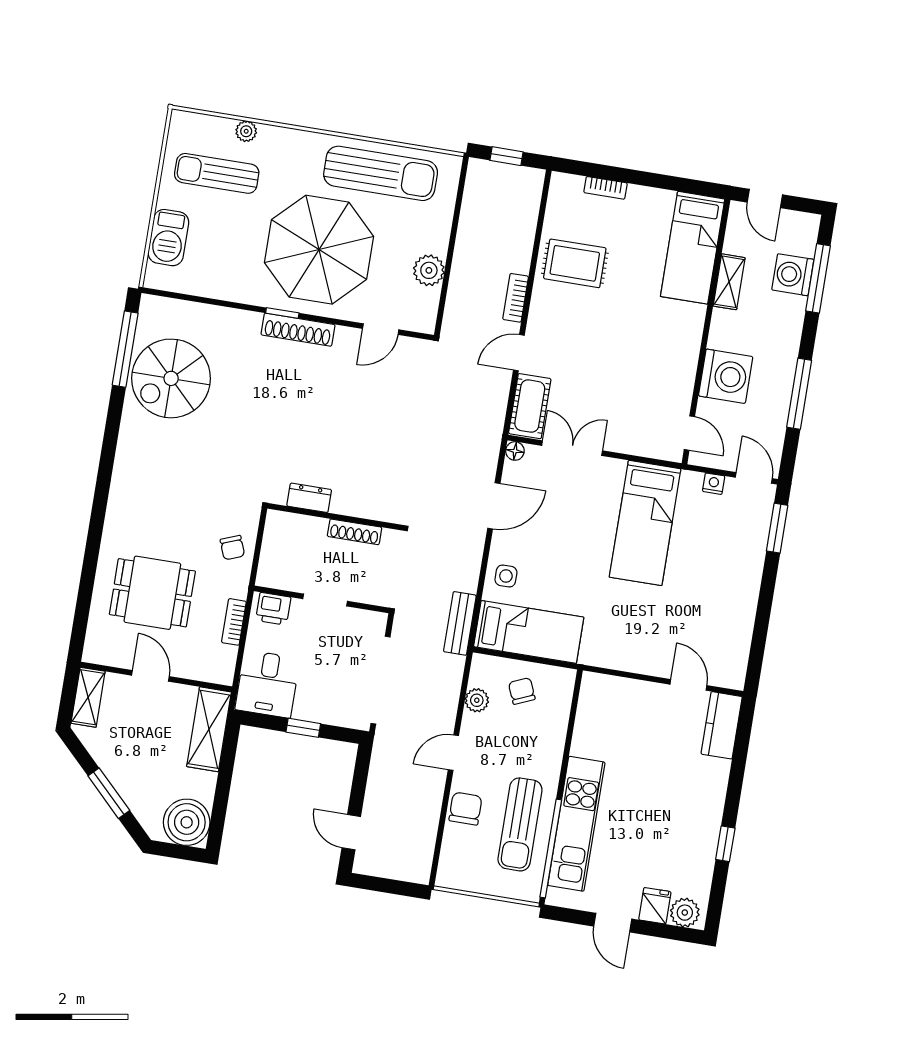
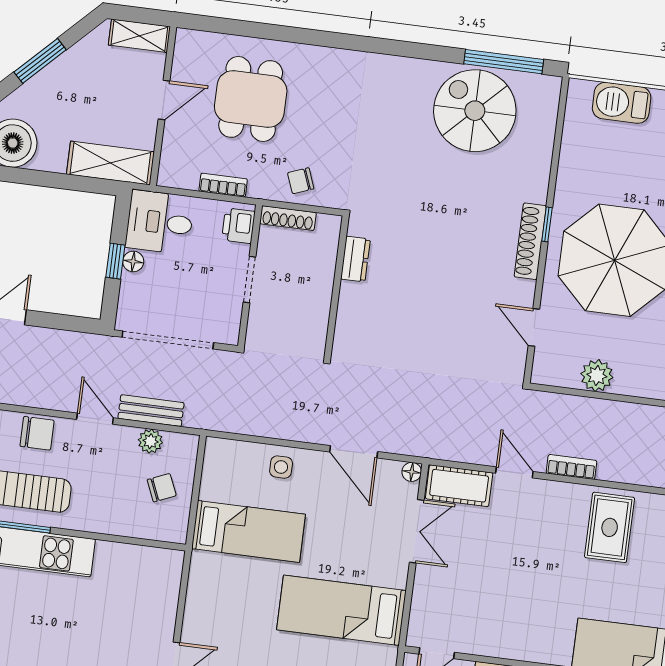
shoe rack: (355, 532) -> (288, 218), moved, turned -90
bench: (460, 623) -> (151, 411), moved
bed: (529, 632) -> (248, 531), moved, turned -90
floor lamp: (304, 711) -> (133, 261), added

